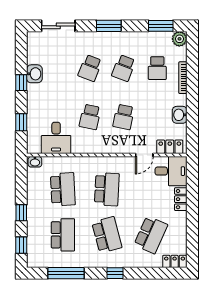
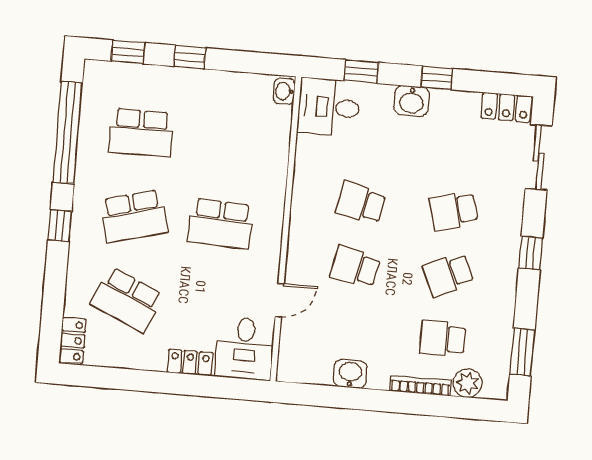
window: (109, 26) -> (531, 253), width x0.67
plant: (179, 39) -> (468, 383), moved
school desk: (90, 68) -> (453, 211), turned -36
school desk: (124, 68) -> (448, 275), turned -45
washbasin: (34, 74) -> (412, 101), moved
desk: (56, 138) -> (329, 107), moved
locker: (170, 147) -> (506, 107), moved, turned 90
door: (144, 155) -> (280, 300), swing flipped
school desk: (63, 189) -> (228, 140), removed
window: (66, 273) -> (68, 132), width x1.46

